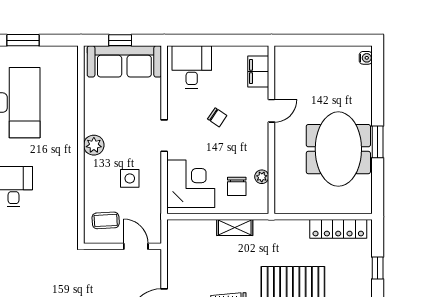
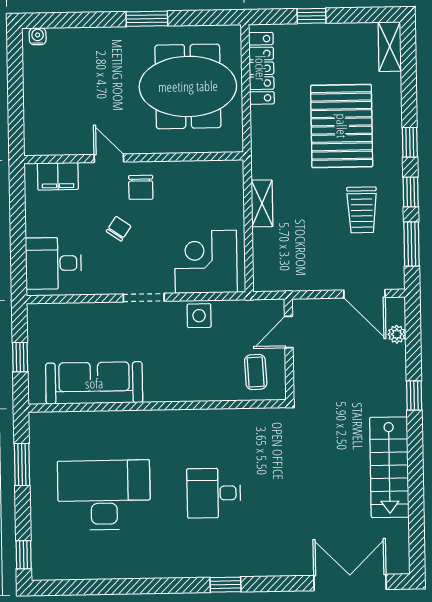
window: (23, 40) -> (22, 465), moved
sofa: (124, 61) -> (94, 383), moved, turned -90
plant: (94, 145) -> (158, 389), removed
meeting table: (338, 149) -> (188, 86), moved
plant: (262, 177) -> (195, 169), removed
side table: (130, 178) -> (199, 316), moved
chair: (237, 186) -> (141, 187), moved, turned 90

